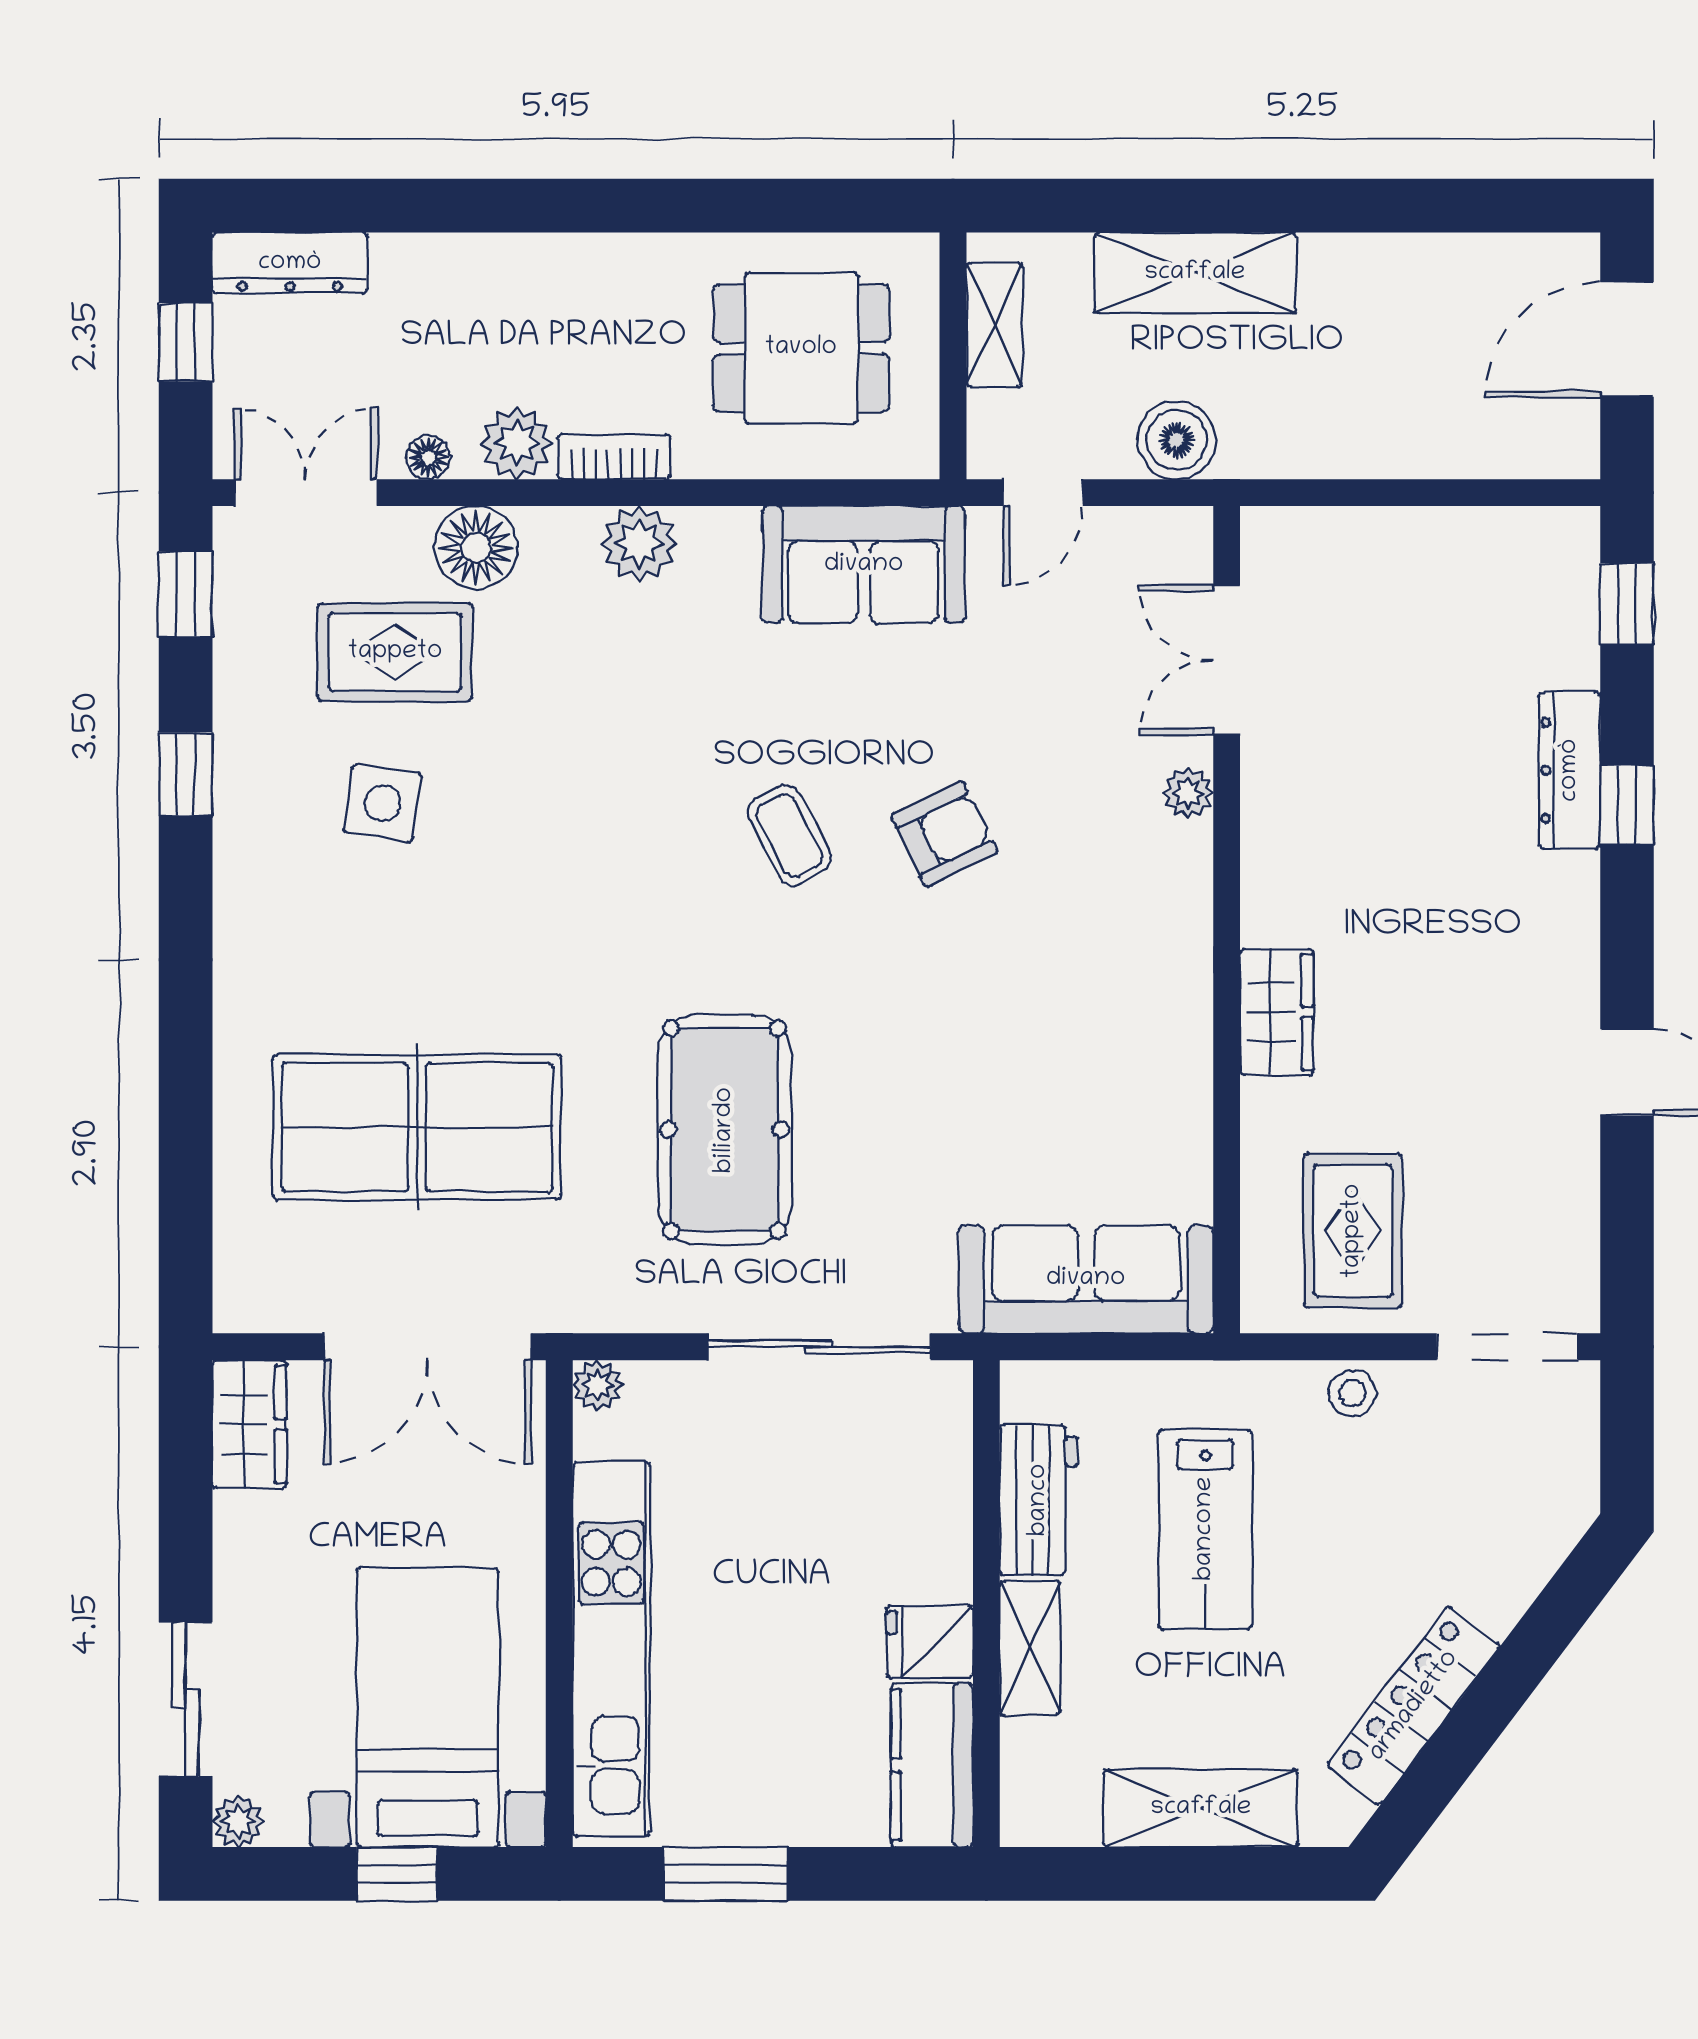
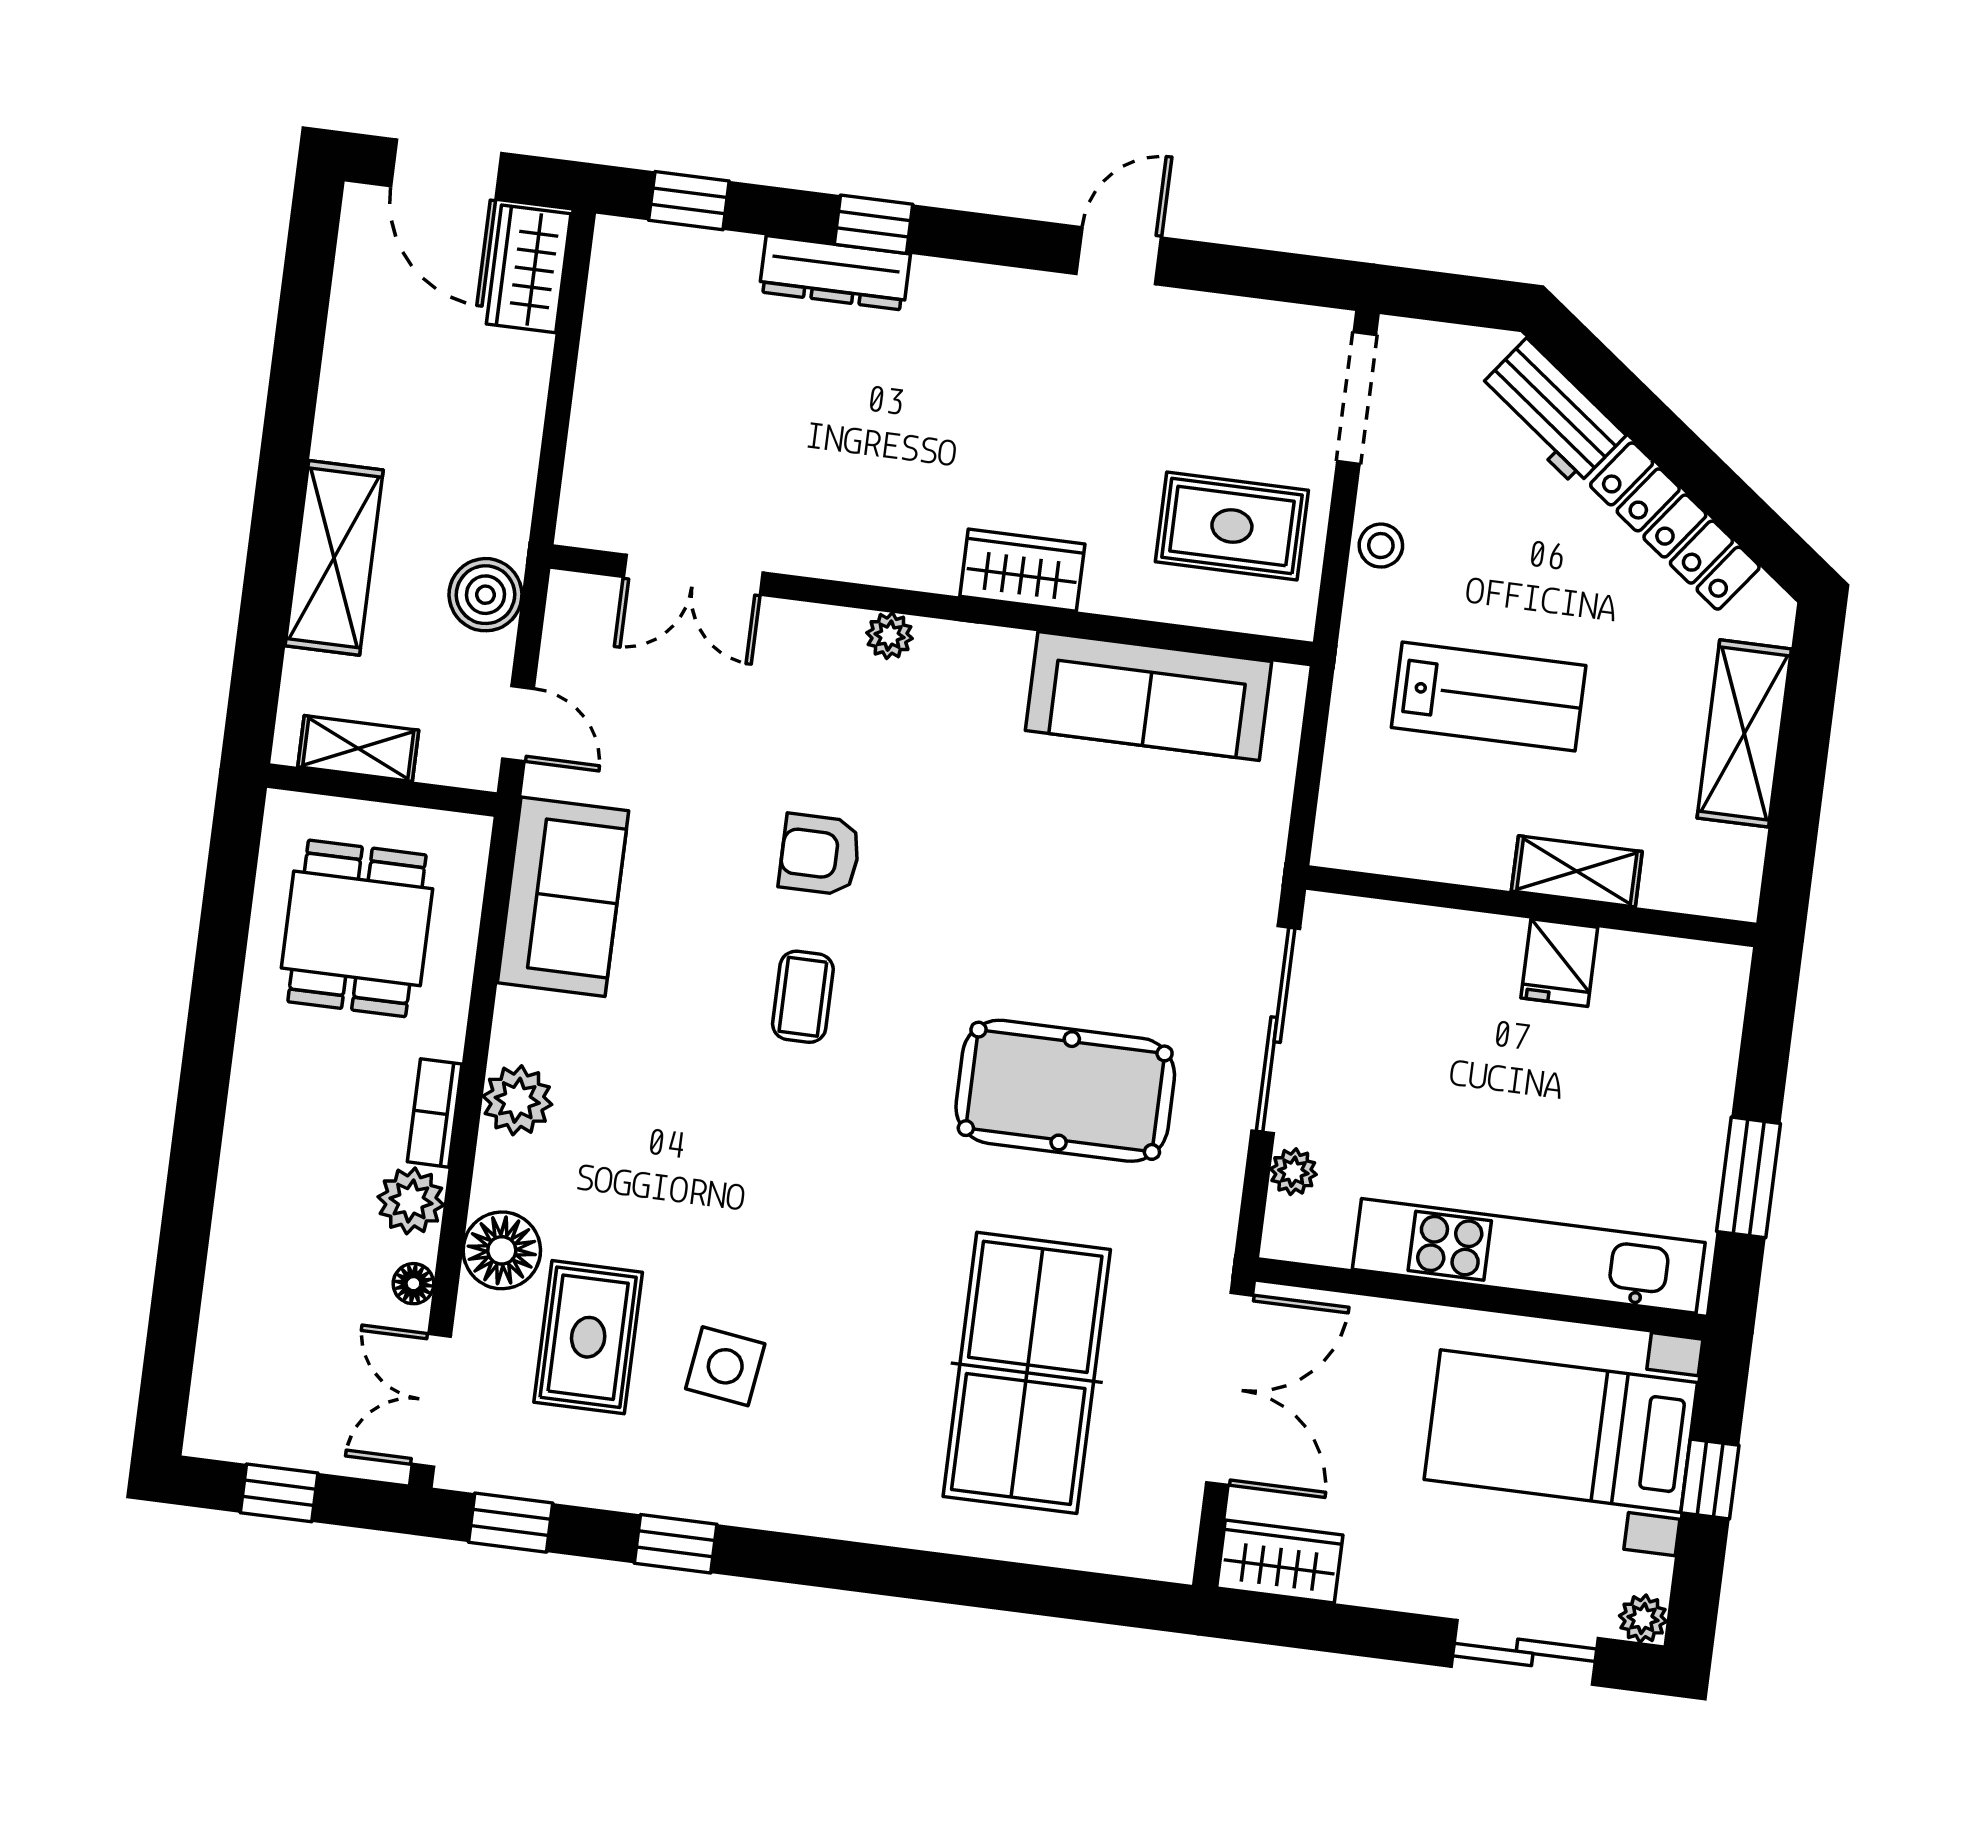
dresser: (290, 263) -> (218, 1388), removed
wardrobe: (1532, 442) -> (529, 269), added
plant: (1188, 793) -> (889, 636), moved
armchair: (944, 834) -> (820, 855), turned -64
coffee table: (789, 835) -> (803, 997), turned -63
sofa: (1086, 1279) -> (1149, 696), moved, turned -90
plant: (598, 1385) -> (1293, 1172), moved
workbench: (1039, 1500) -> (1551, 412), moved, turned -143
kitchen counter: (932, 1765) -> (1673, 975), removed

